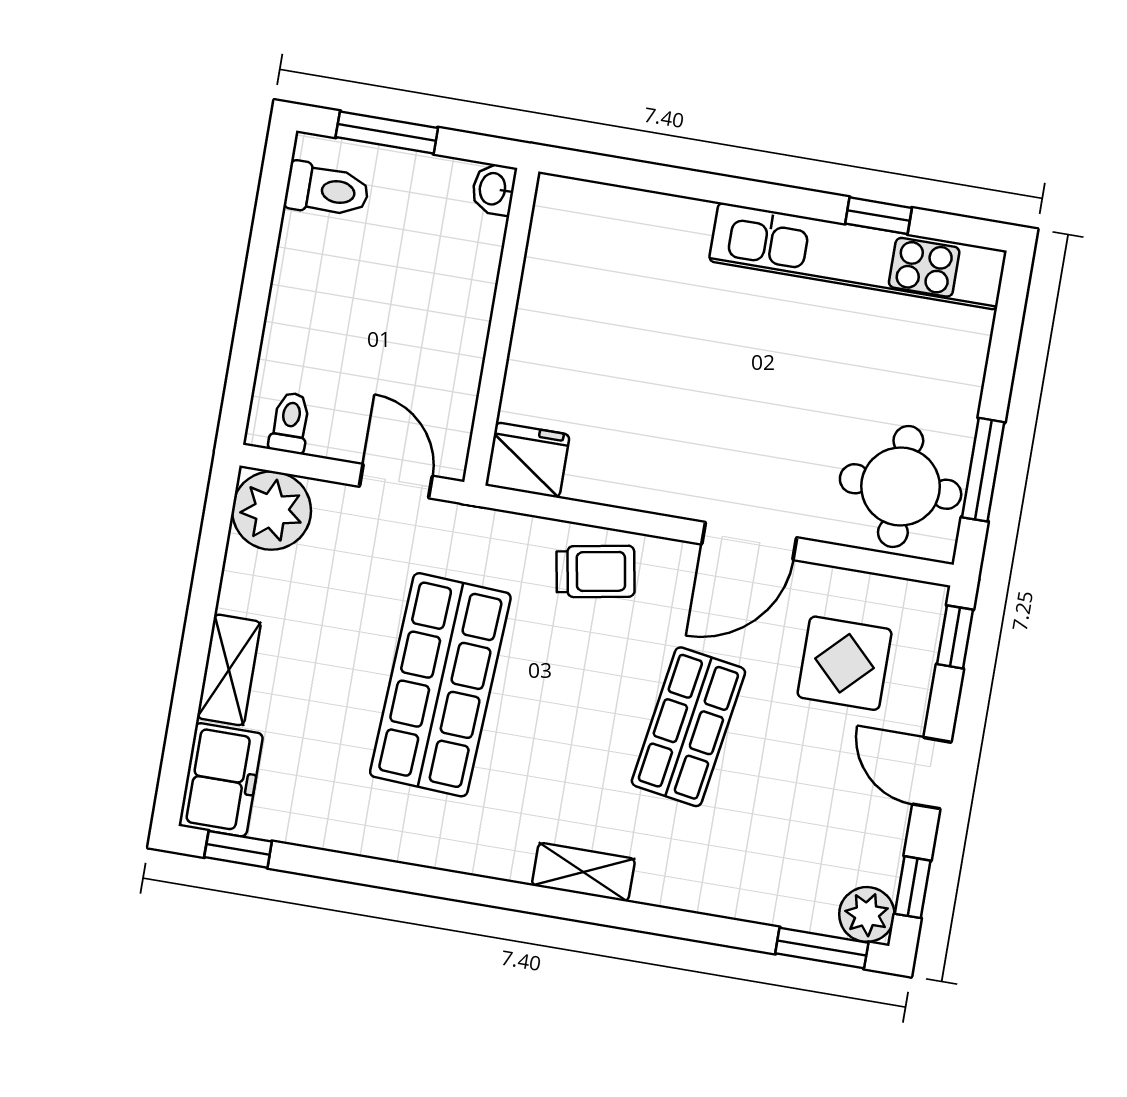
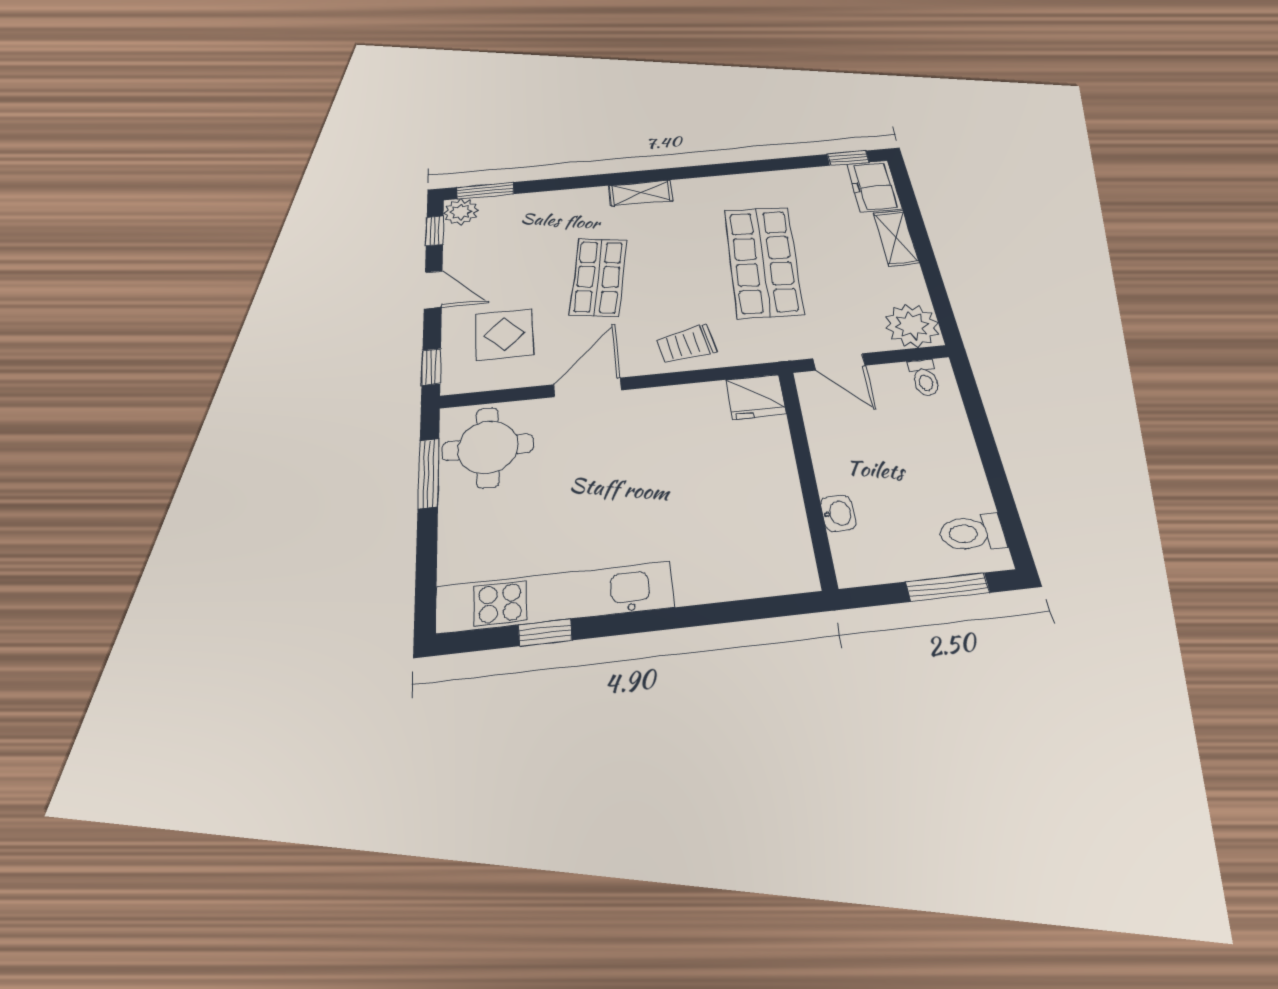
washbasin: (494, 189) -> (838, 513), moved

